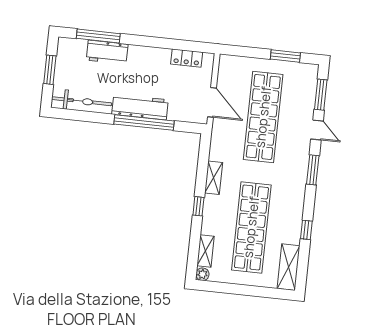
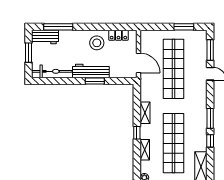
workbench: (107, 52) -> (45, 37), moved
stool: (153, 66) -> (97, 43), added
window: (144, 122) -> (95, 81), width x0.47
window: (313, 170) -> (210, 118), moved
shelving: (206, 251) -> (145, 150), moved

